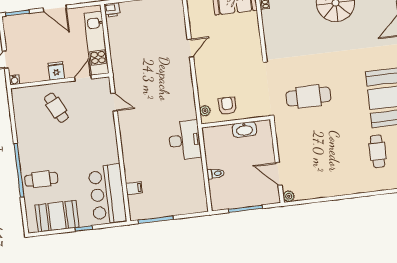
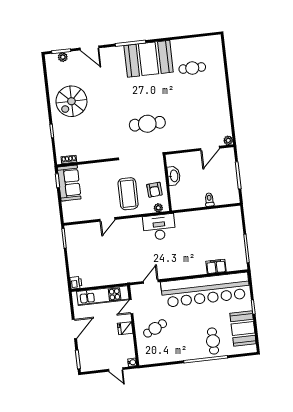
door: (190, 48) -> (107, 219), swing flipped
coffee table: (222, 73) -> (128, 194), added
door: (83, 78) -> (131, 307), hinge flipped
cafe table: (308, 96) -> (147, 124), turned 90
armchair: (227, 106) -> (154, 190), turned -94
desk: (185, 140) -> (159, 227), moved
filing cabinet: (134, 188) -> (216, 266), width x2.00
bar counter: (107, 194) -> (205, 290), width x1.86

